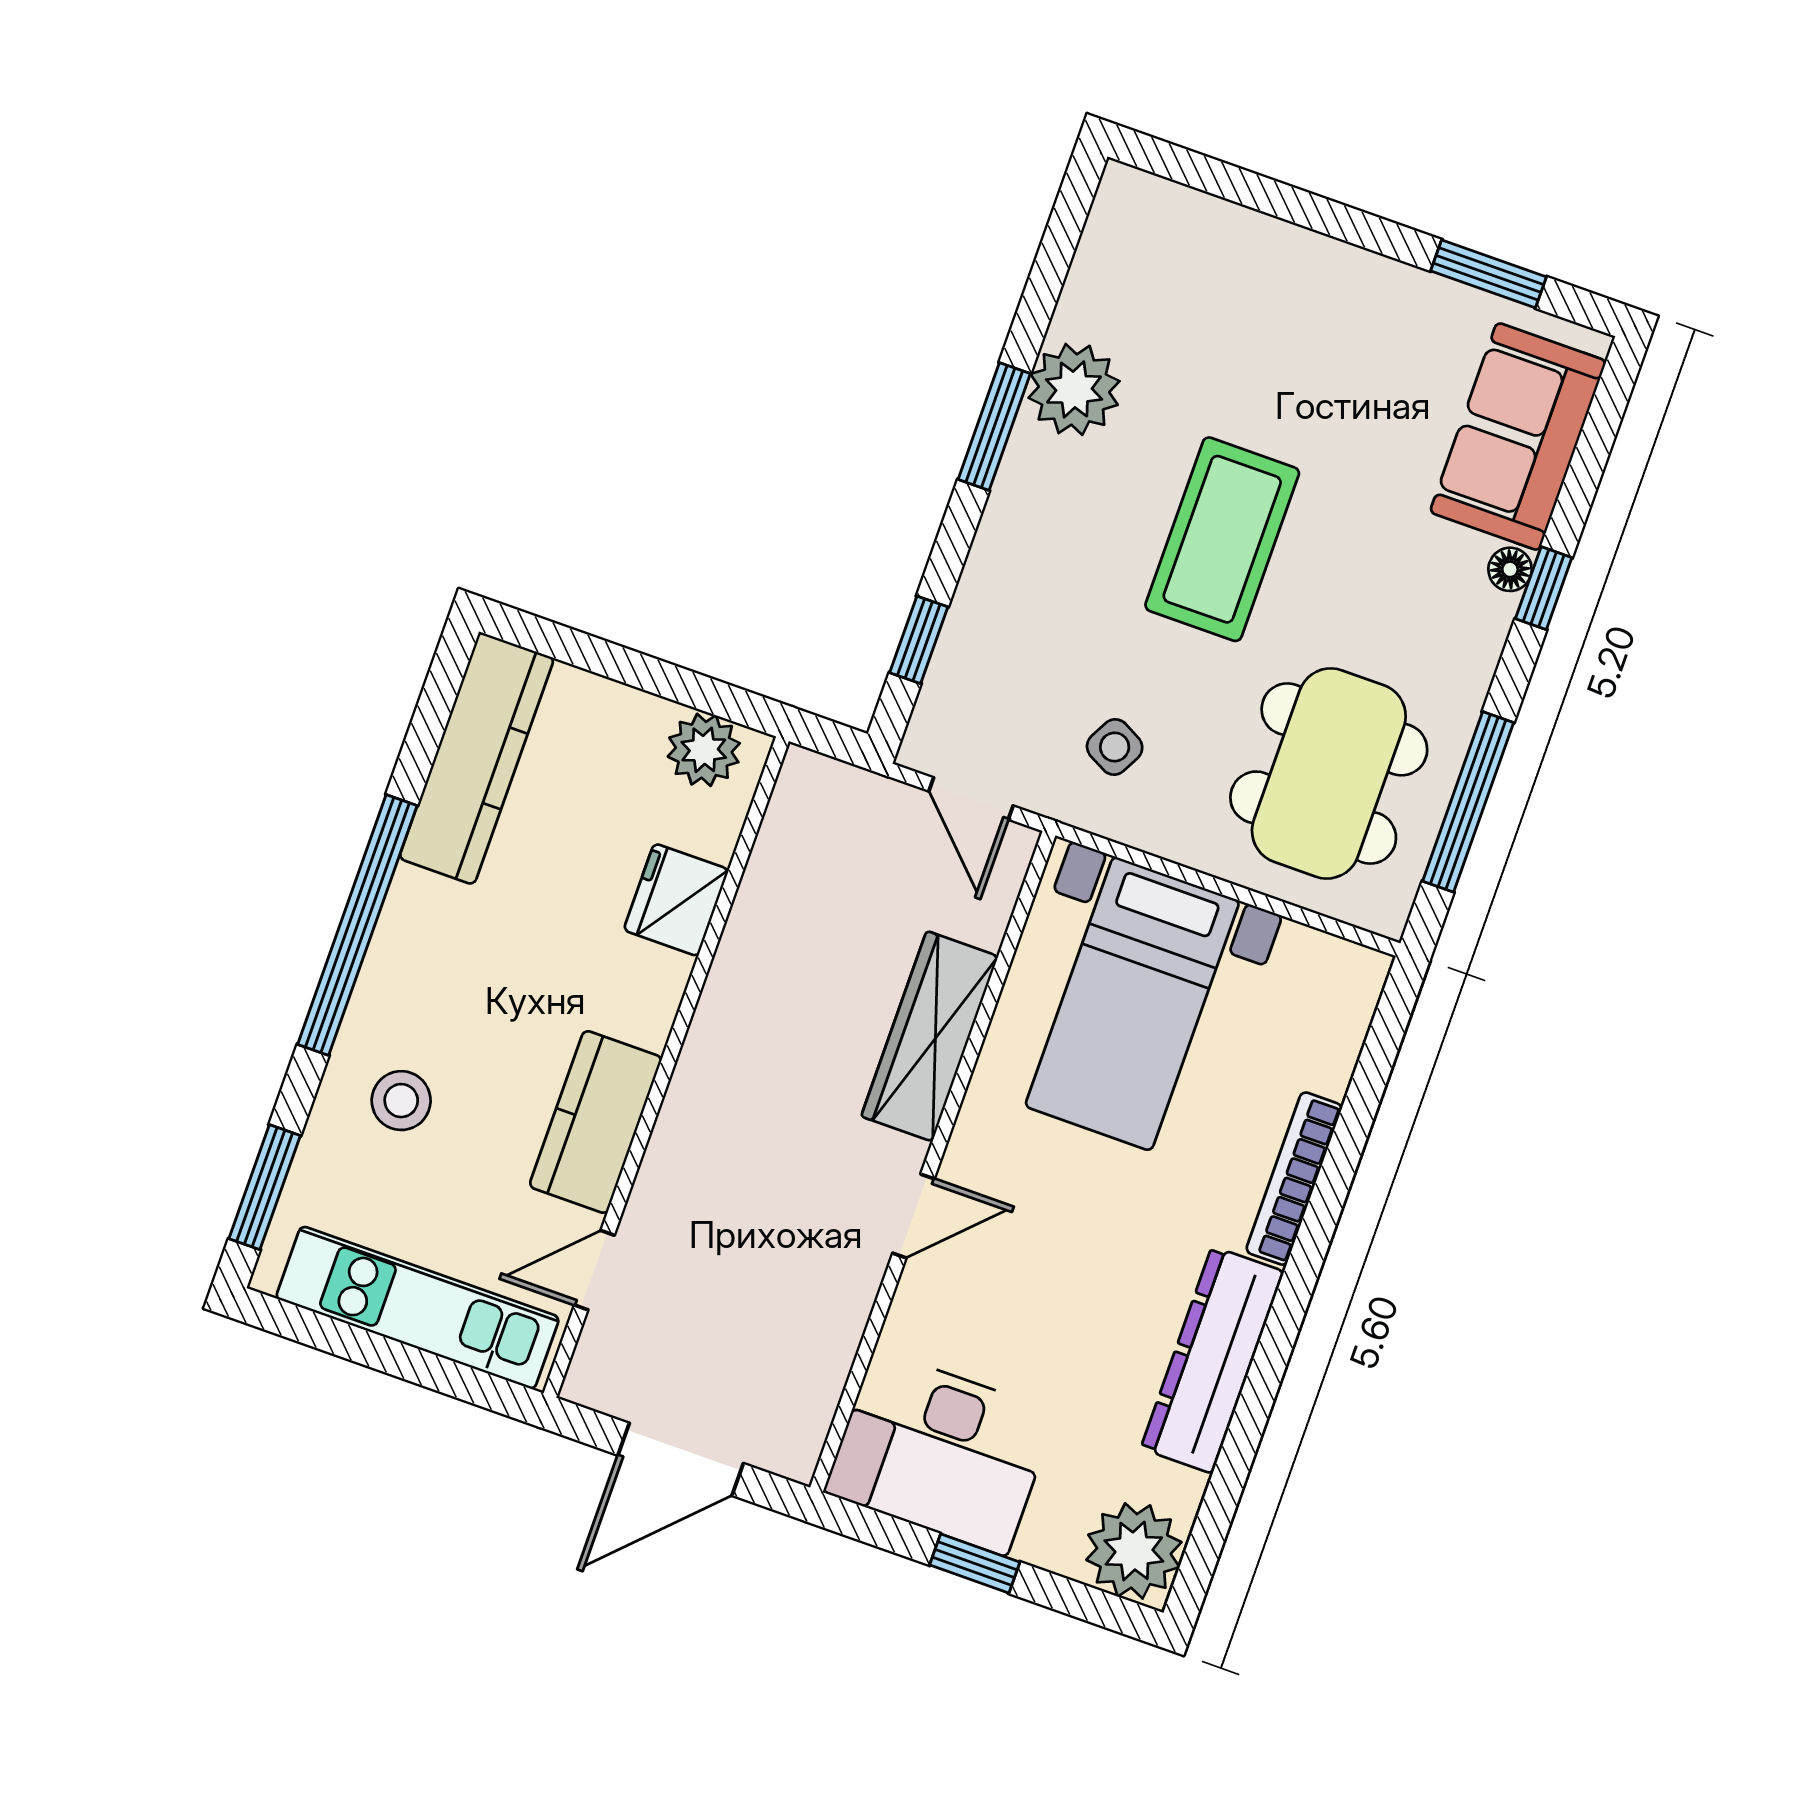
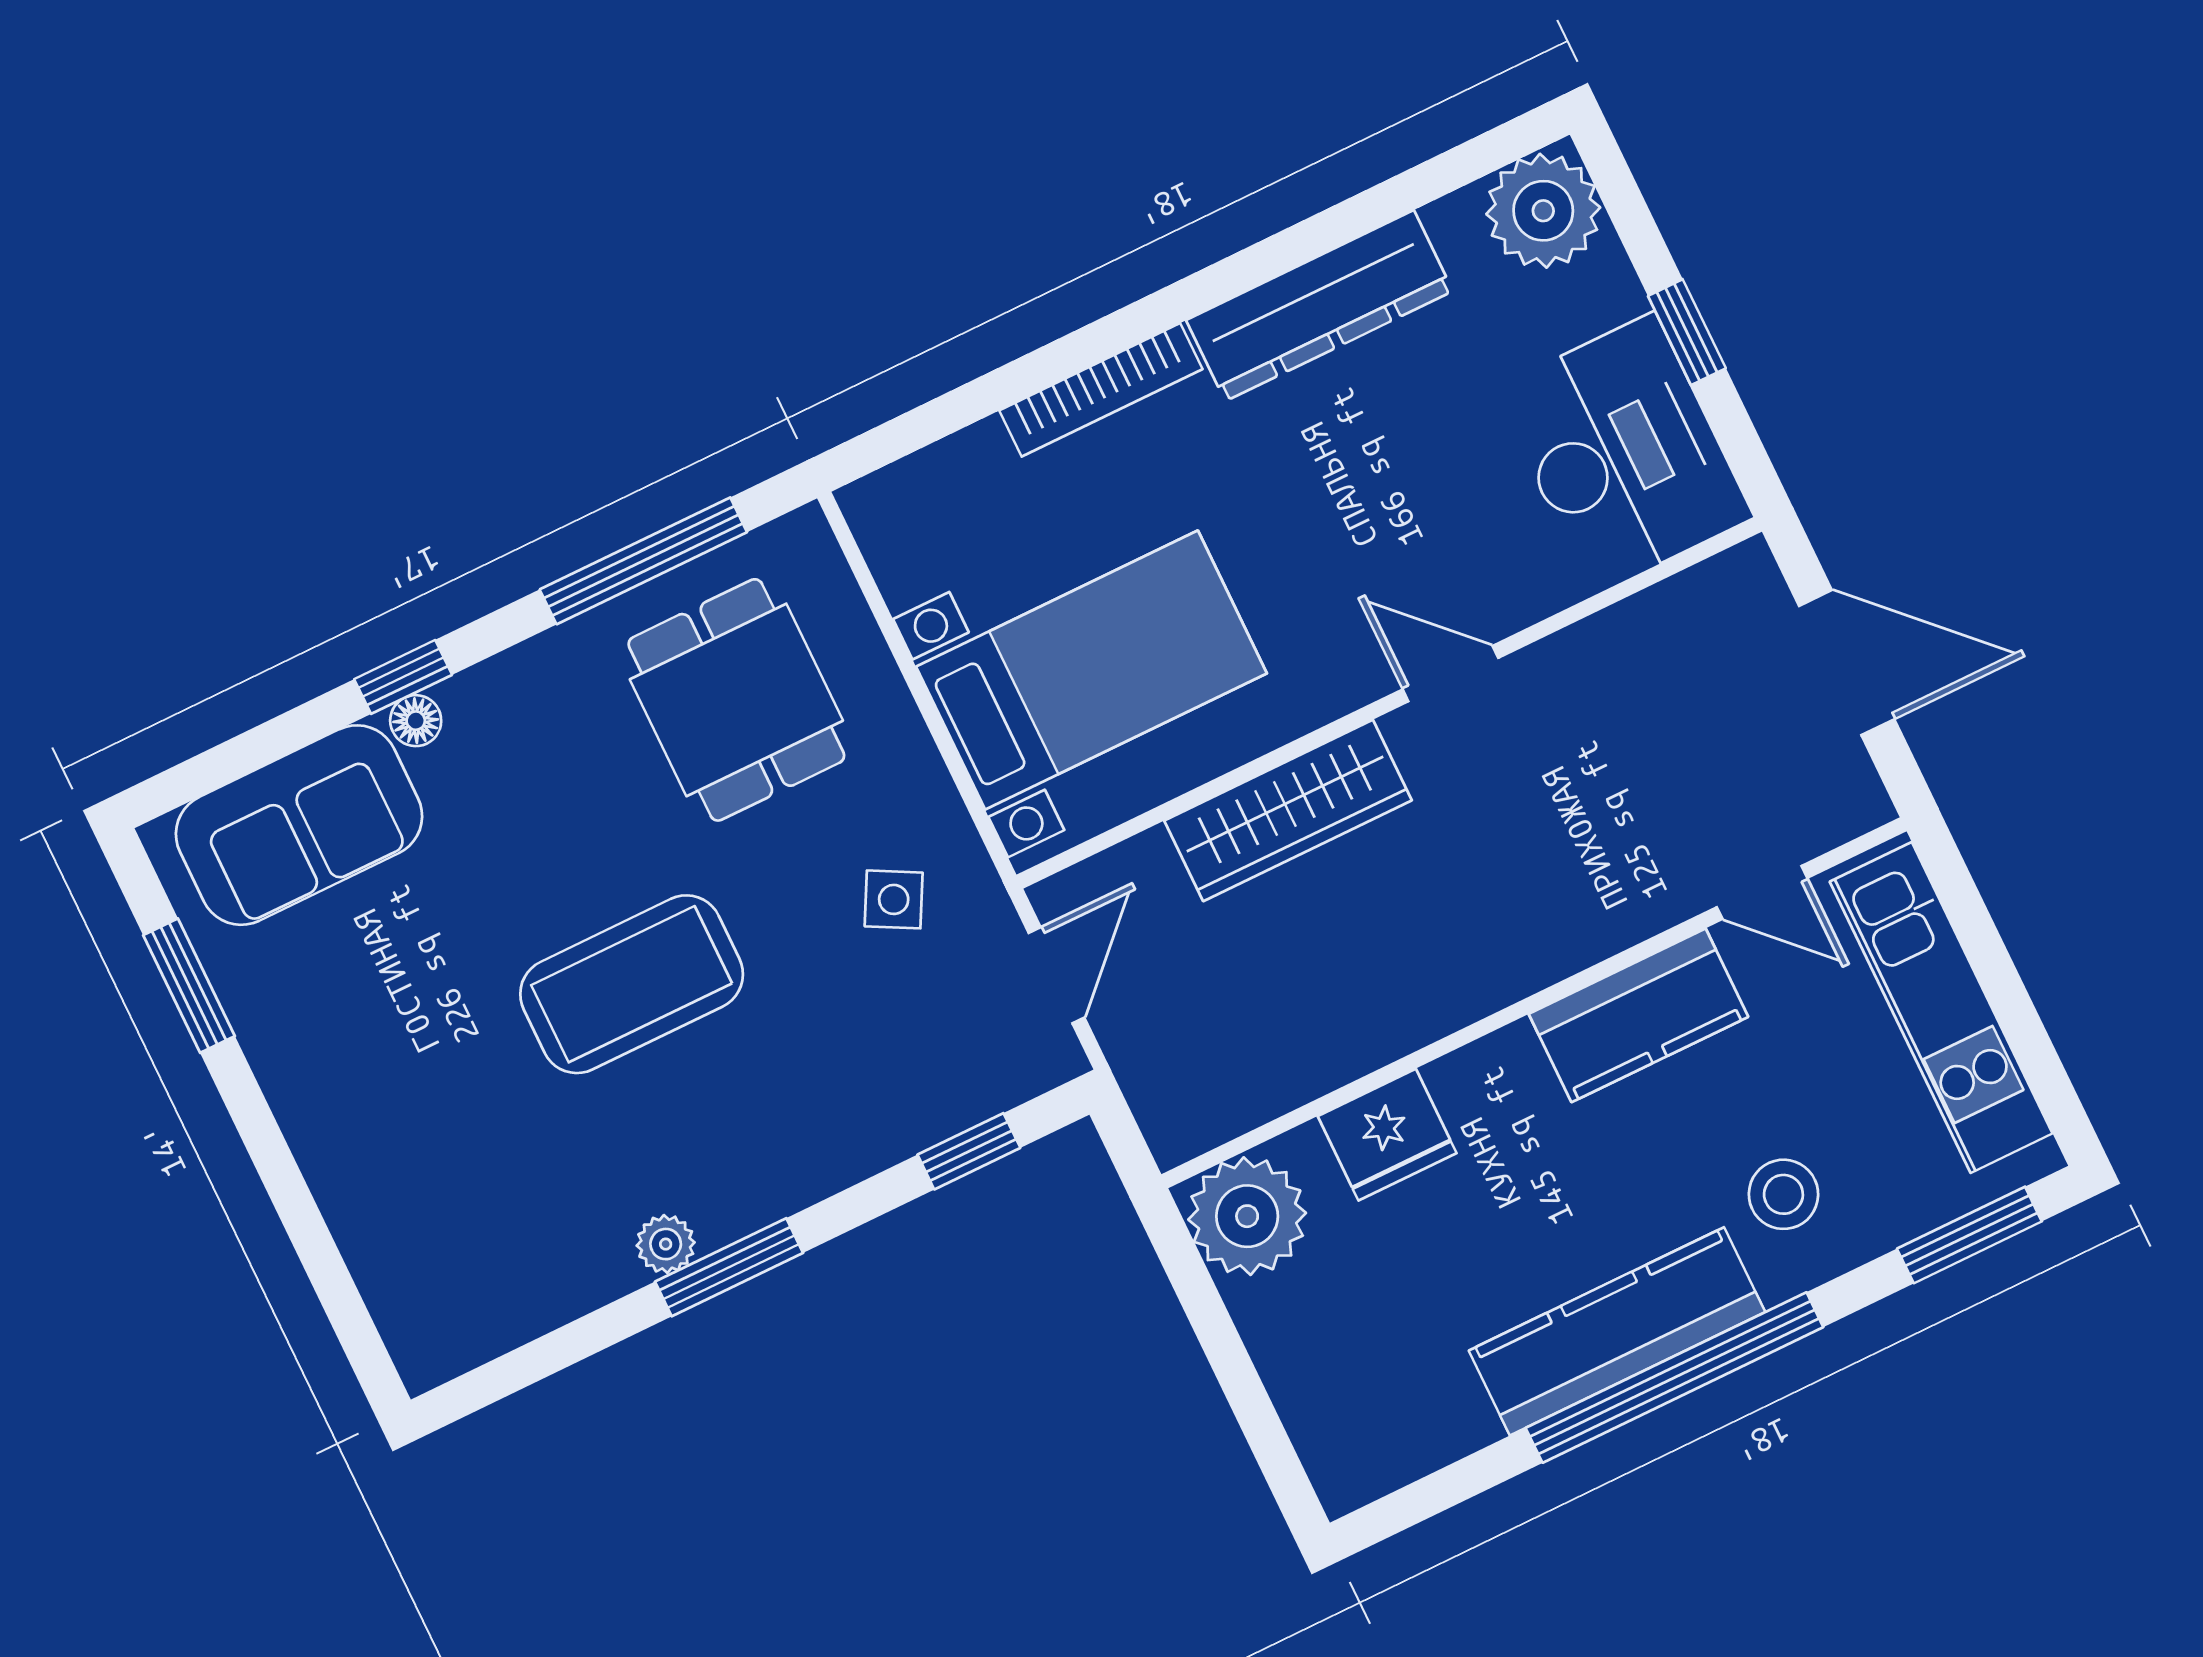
plant: (1074, 389) -> (666, 1244), width x0.53, depth x0.53
plant: (704, 750) -> (1247, 1216), width x1.36, depth x1.36
kitchen counter: (477, 758) -> (1617, 1331), moved
dining table: (1329, 773) -> (736, 700), width x0.73

